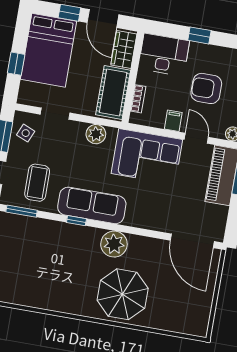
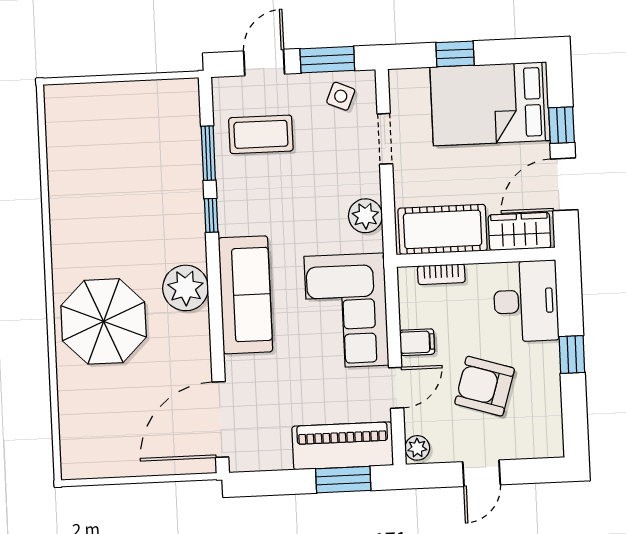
armchair: (206, 88) -> (485, 386), turned -73
sofa: (92, 205) -> (245, 295), moved
window: (22, 211) -> (208, 153), moved

